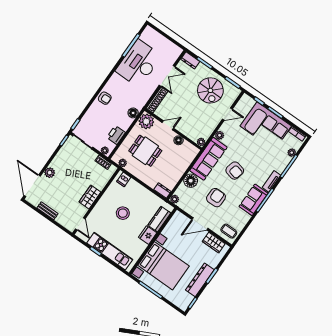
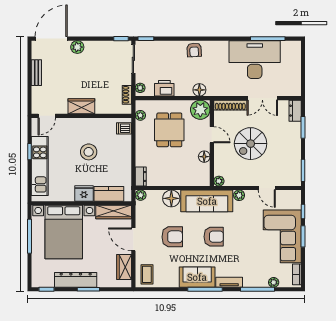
spiral stairs: (210, 90) -> (251, 144), moved
armchair: (235, 171) -> (214, 237), turned -103
wardrobe: (173, 224) -> (114, 212), added

